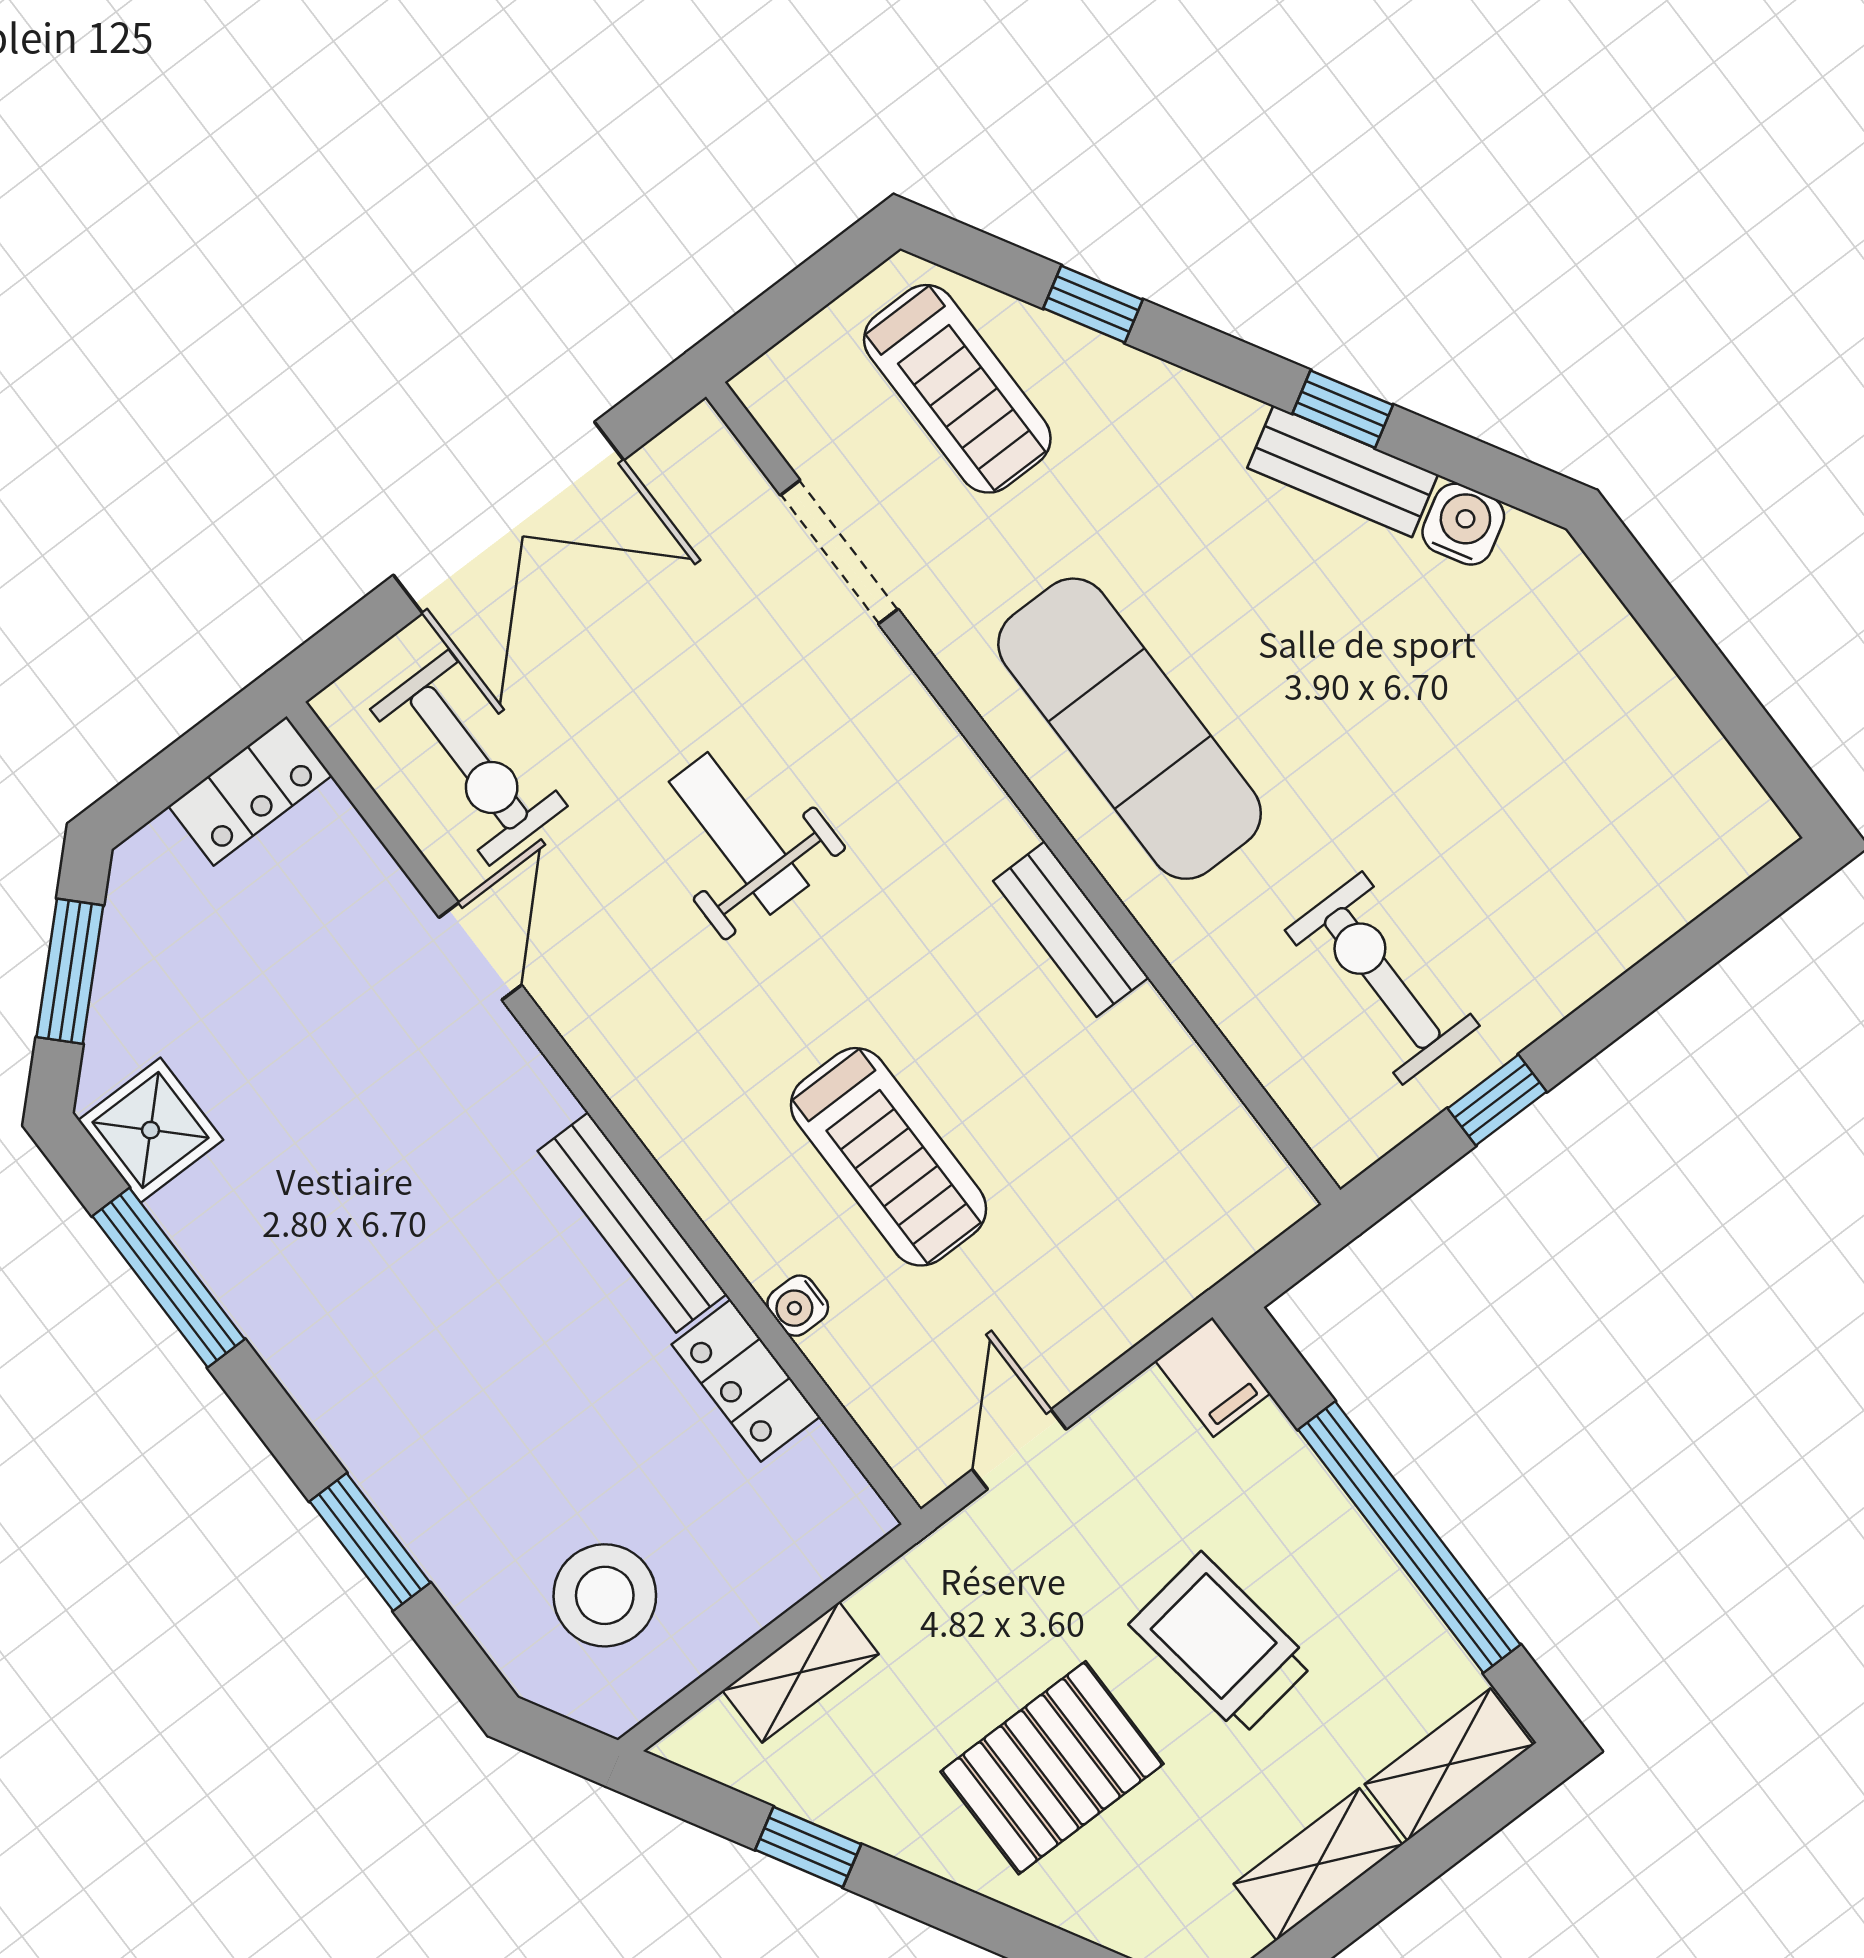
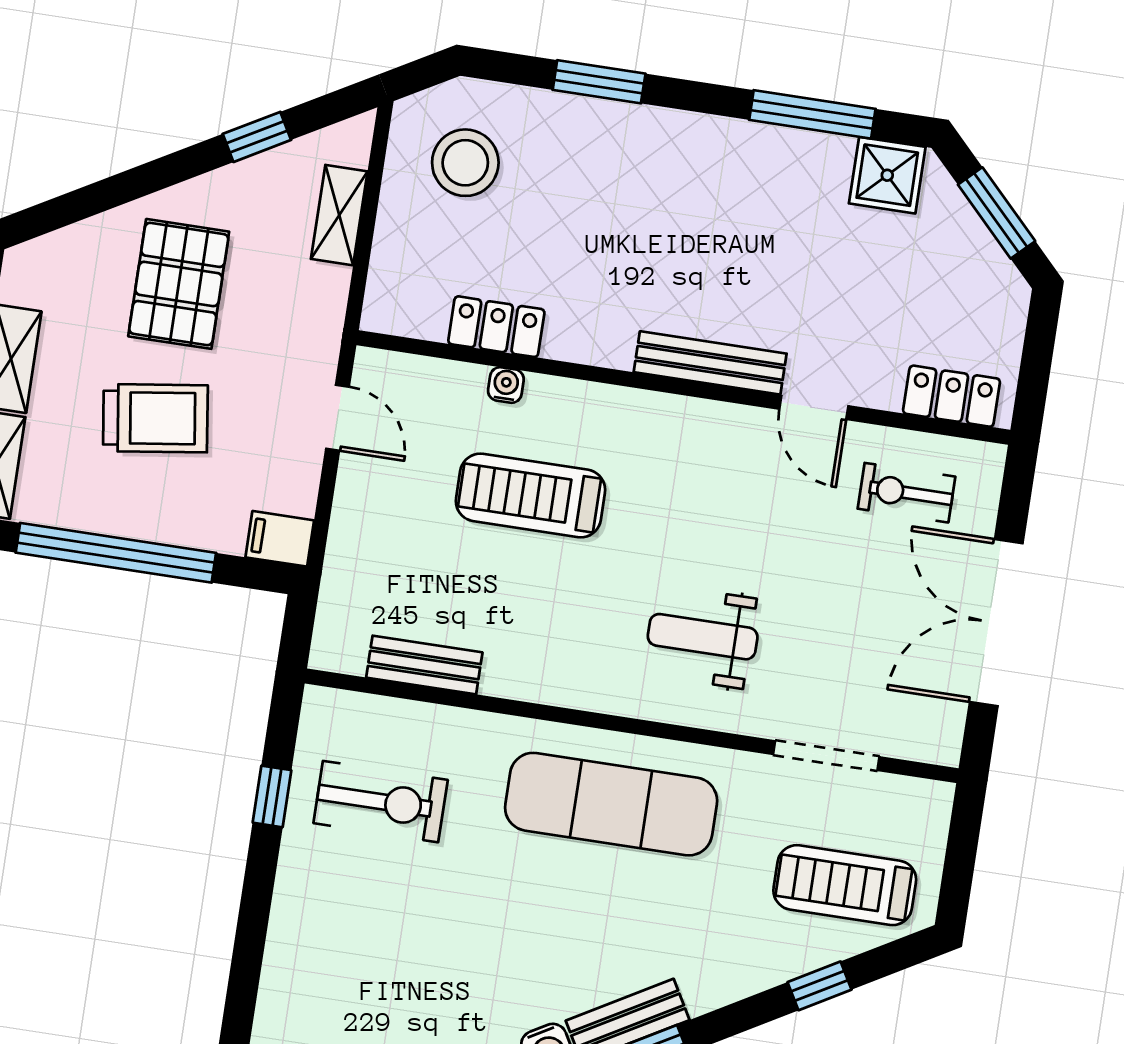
exercise bike: (469, 758) -> (906, 493), width x0.73, depth x0.72
locker: (250, 791) -> (952, 396), moved, turned 90
weight bench: (739, 833) -> (703, 637), moved, turned 180
bench: (1071, 929) -> (424, 665), moved
bench: (632, 1223) -> (710, 363), moved

